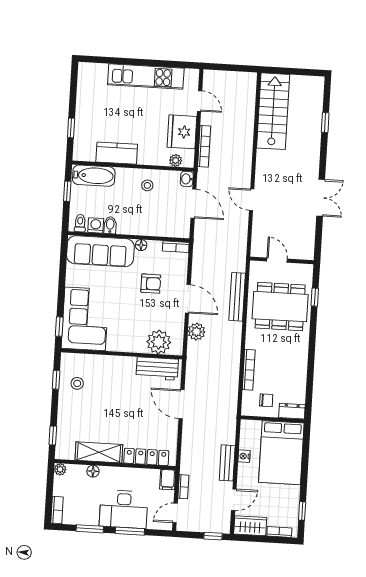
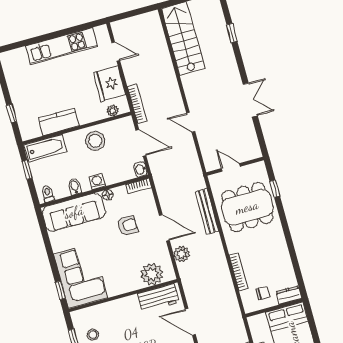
bookcase: (204, 146) -> (137, 104), moved
washbasin: (187, 179) -> (140, 169), moved
stool: (147, 185) -> (95, 141), width x1.89, depth x1.89
washing machine: (96, 225) -> (97, 181), moved

